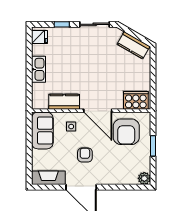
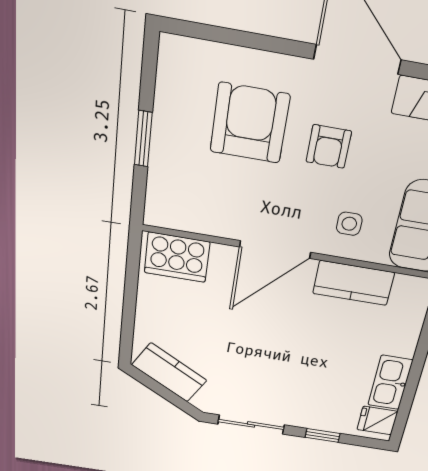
kitchen sink: (39, 69) -> (390, 383), moved
door: (98, 111) -> (275, 250), swing flipped
armchair: (126, 132) -> (250, 123), moved
plant: (144, 178) -> (176, 53), removed

